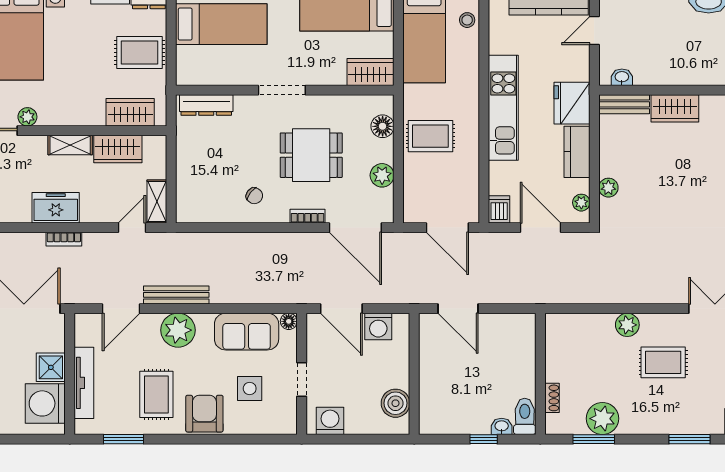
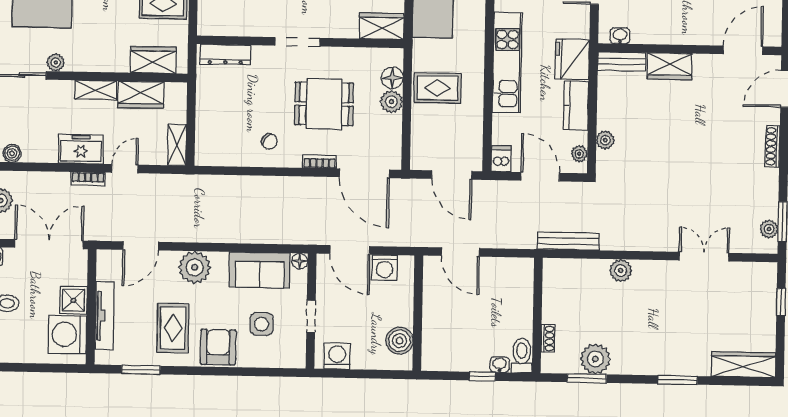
plant: (382, 175) -> (391, 102), moved
door: (132, 228) -> (125, 169), moved
bench: (176, 295) -> (568, 241), moved
rug: (663, 362) -> (654, 307), removed

